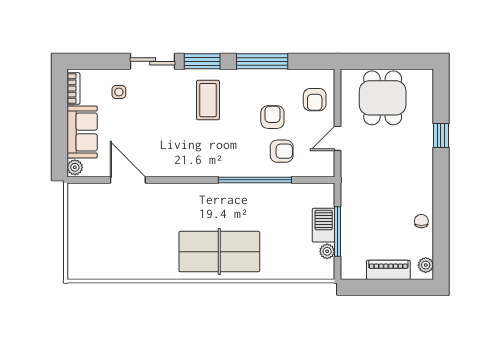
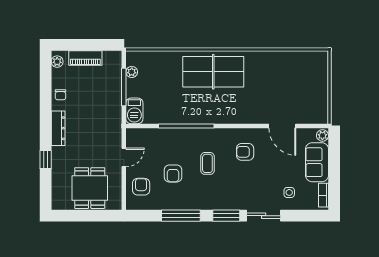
coffee table: (208, 100) -> (207, 163), moved, width x0.73, depth x0.77
armchair: (282, 151) -> (245, 152), moved
dresser: (424, 177) -> (58, 128), added
barbecue: (324, 225) -> (134, 111), moved

